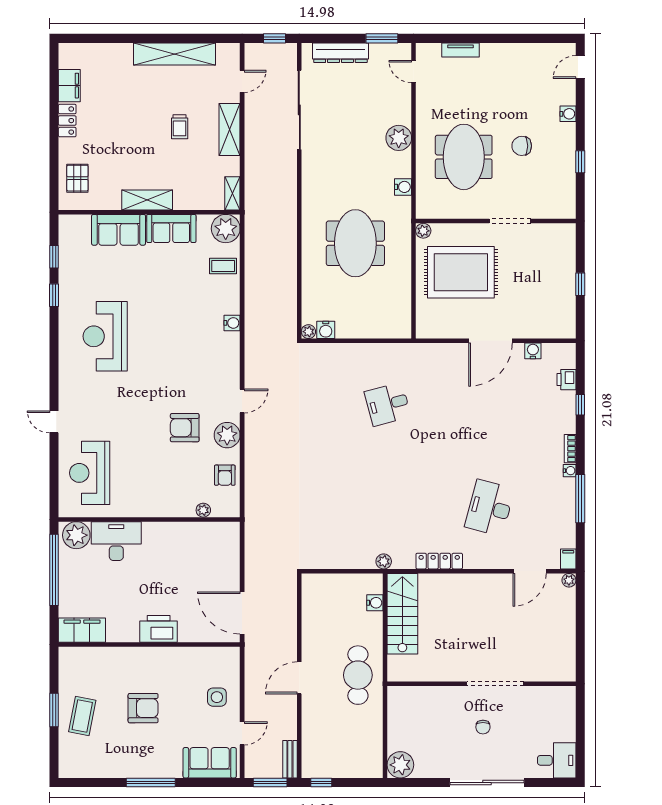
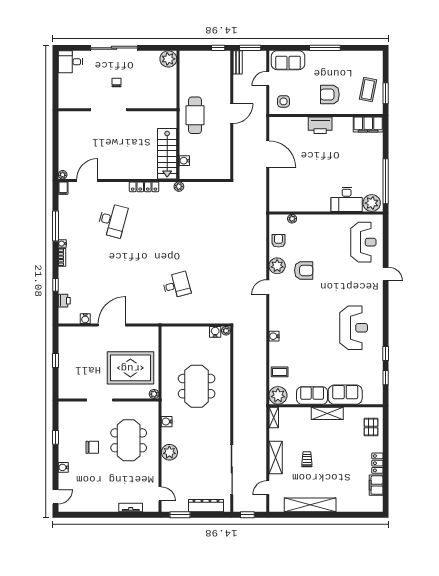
printer: (159, 629) -> (320, 125), moved
filing cabinet: (82, 630) -> (368, 124), moved
wall: (149, 644) -> (326, 115), moved

